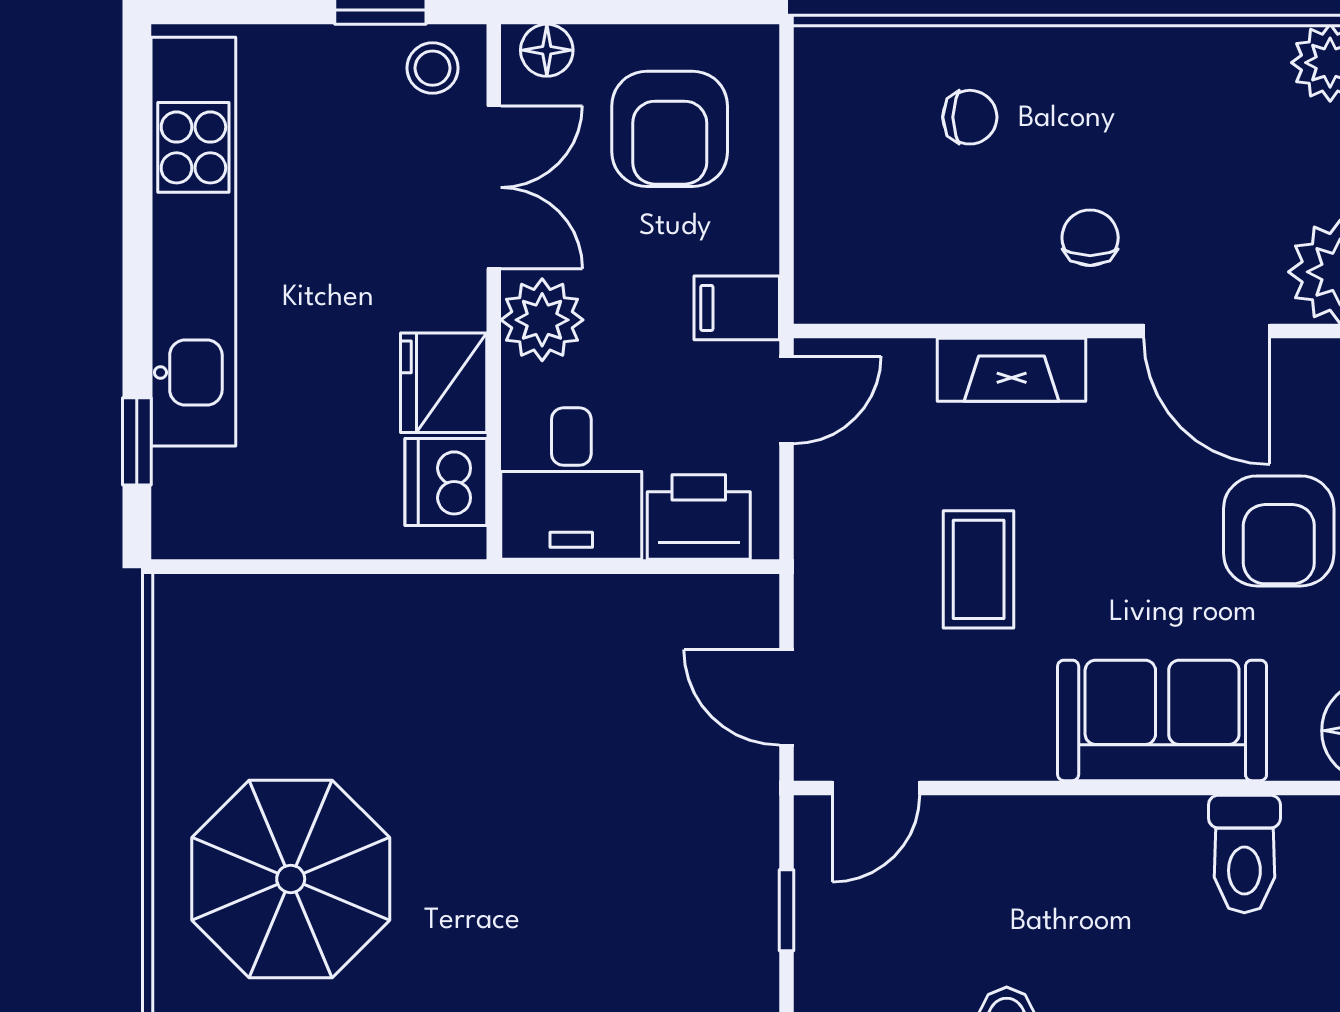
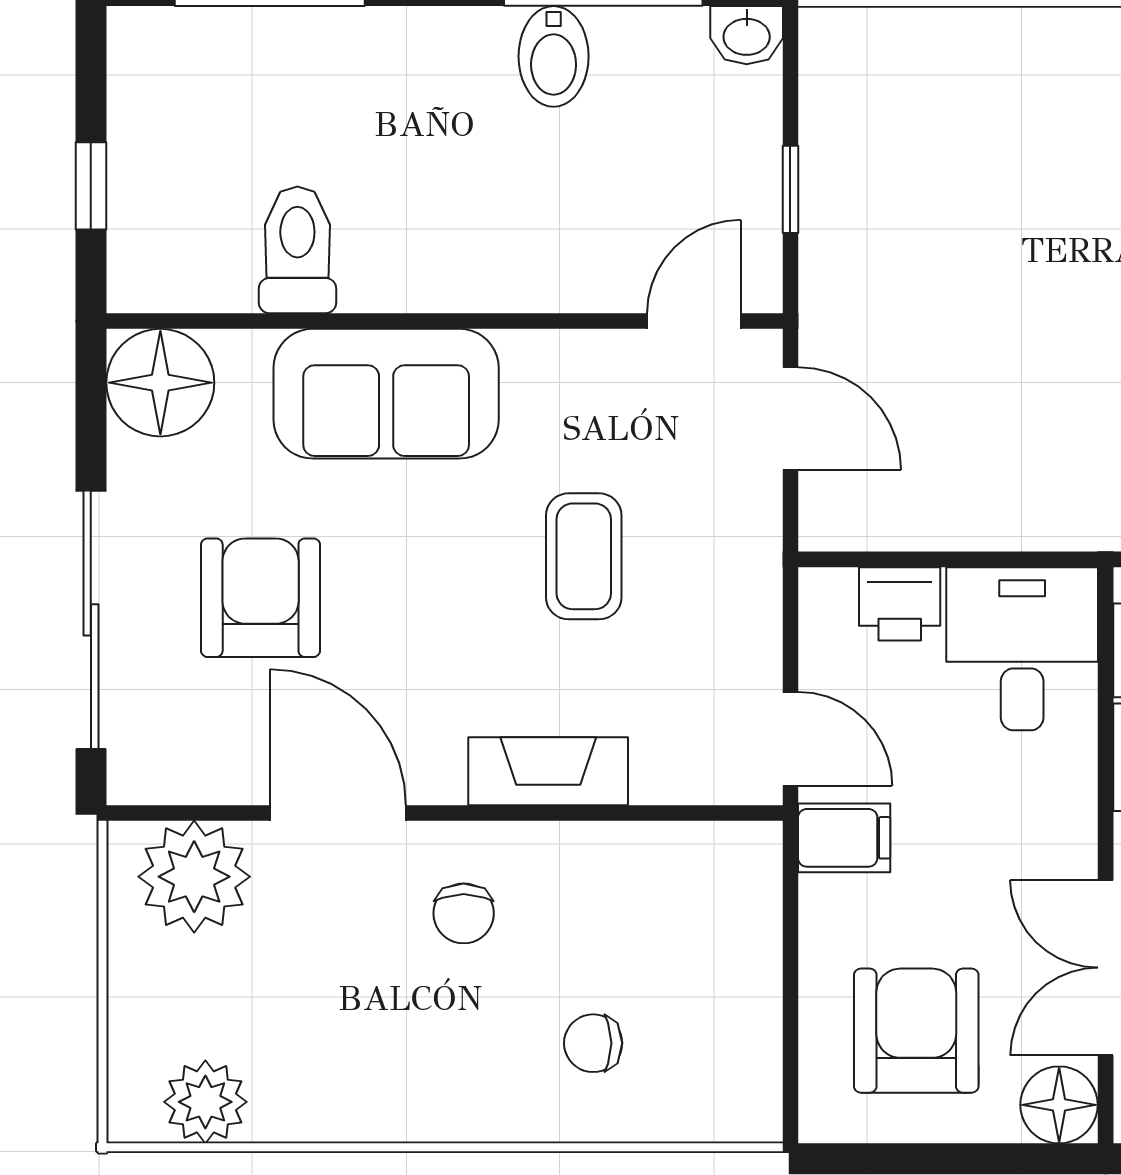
floor lamp: (547, 50) -> (1059, 1105), width x1.37, depth x1.37
plant: (542, 320) -> (1054, 825), removed
door: (787, 400) -> (790, 739), swing flipped
printer: (699, 517) -> (900, 604), width x0.73, depth x0.81

